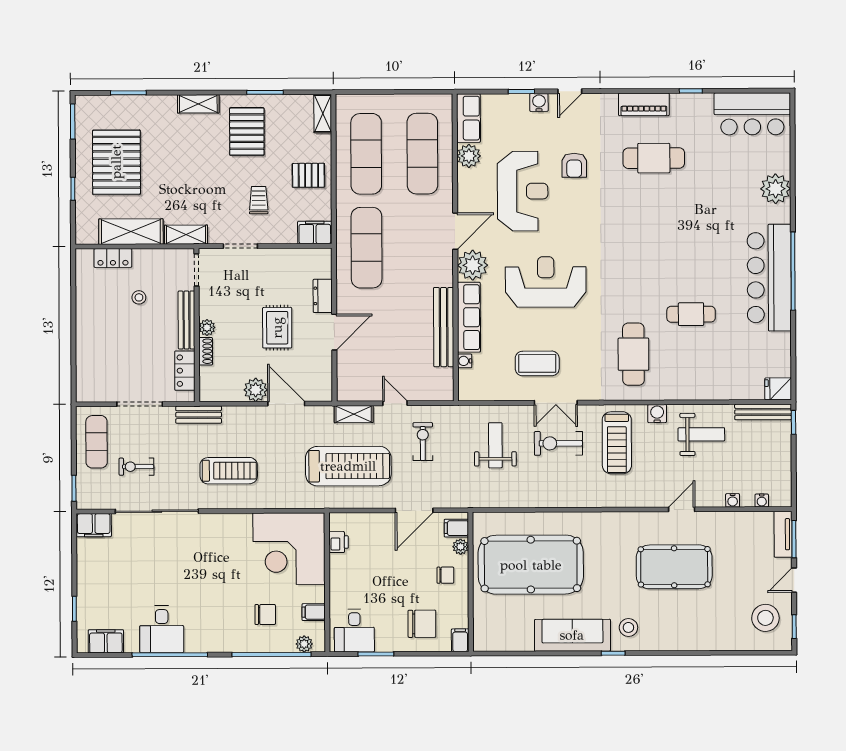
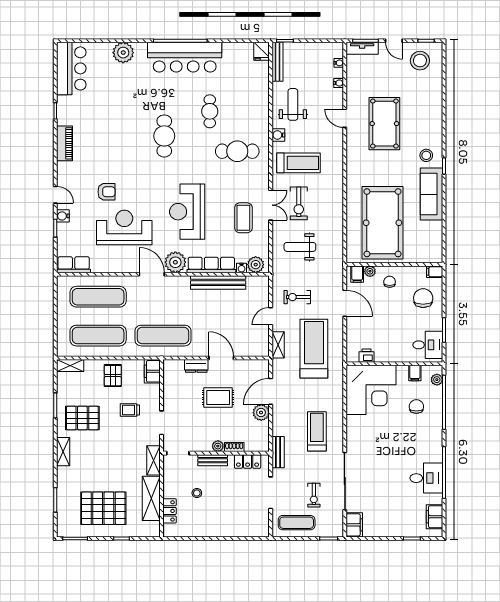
plant: (469, 156) -> (256, 265), moved
cafe table: (654, 158) -> (164, 136), moved
bench: (187, 320) -> (213, 460), width x0.73

